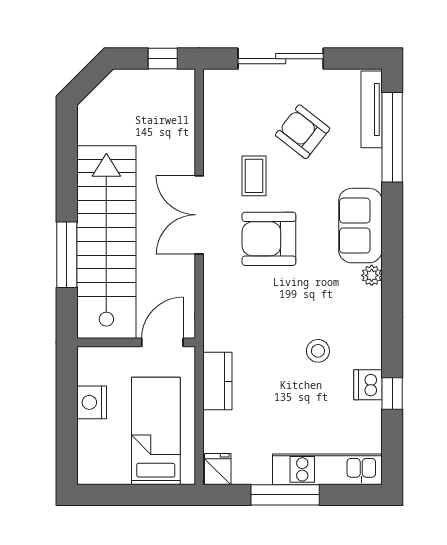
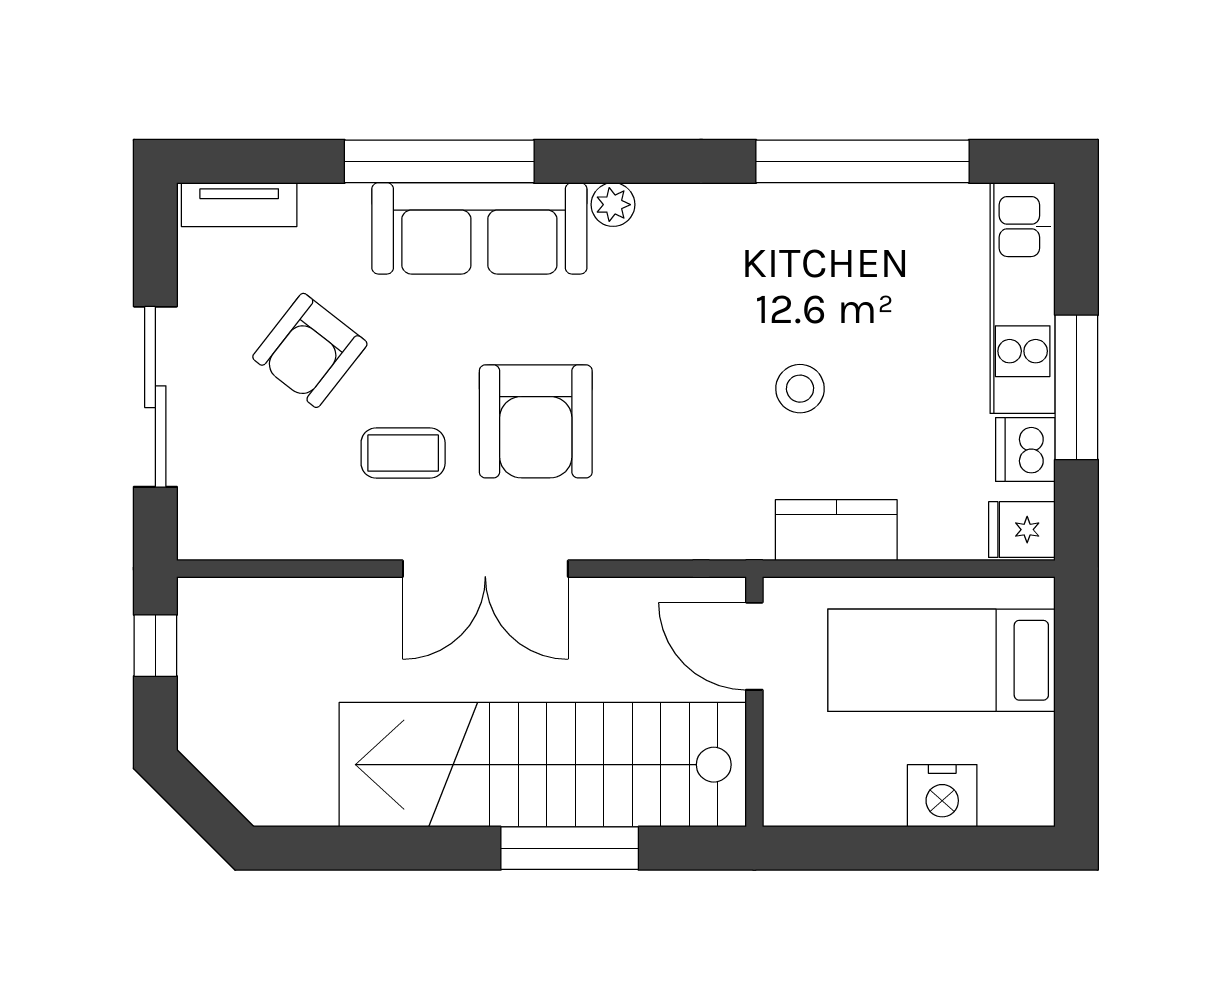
tv unit: (372, 109) -> (239, 205), width x0.71
window: (392, 137) -> (439, 161), moved
sofa: (360, 226) -> (479, 228), width x1.36
stool: (318, 351) -> (800, 389), moved
dishwasher: (368, 385) -> (1025, 450), moved, turned 90
window: (392, 394) -> (862, 161), width x3.17
nightstand: (92, 402) -> (942, 796), moved

